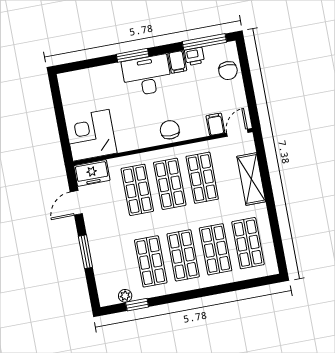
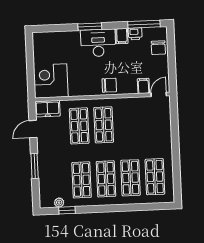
chair: (170, 130) -> (109, 85), turned 90
shop shelf: (202, 178) -> (128, 124), removed
shelving: (251, 179) -> (164, 130), removed

